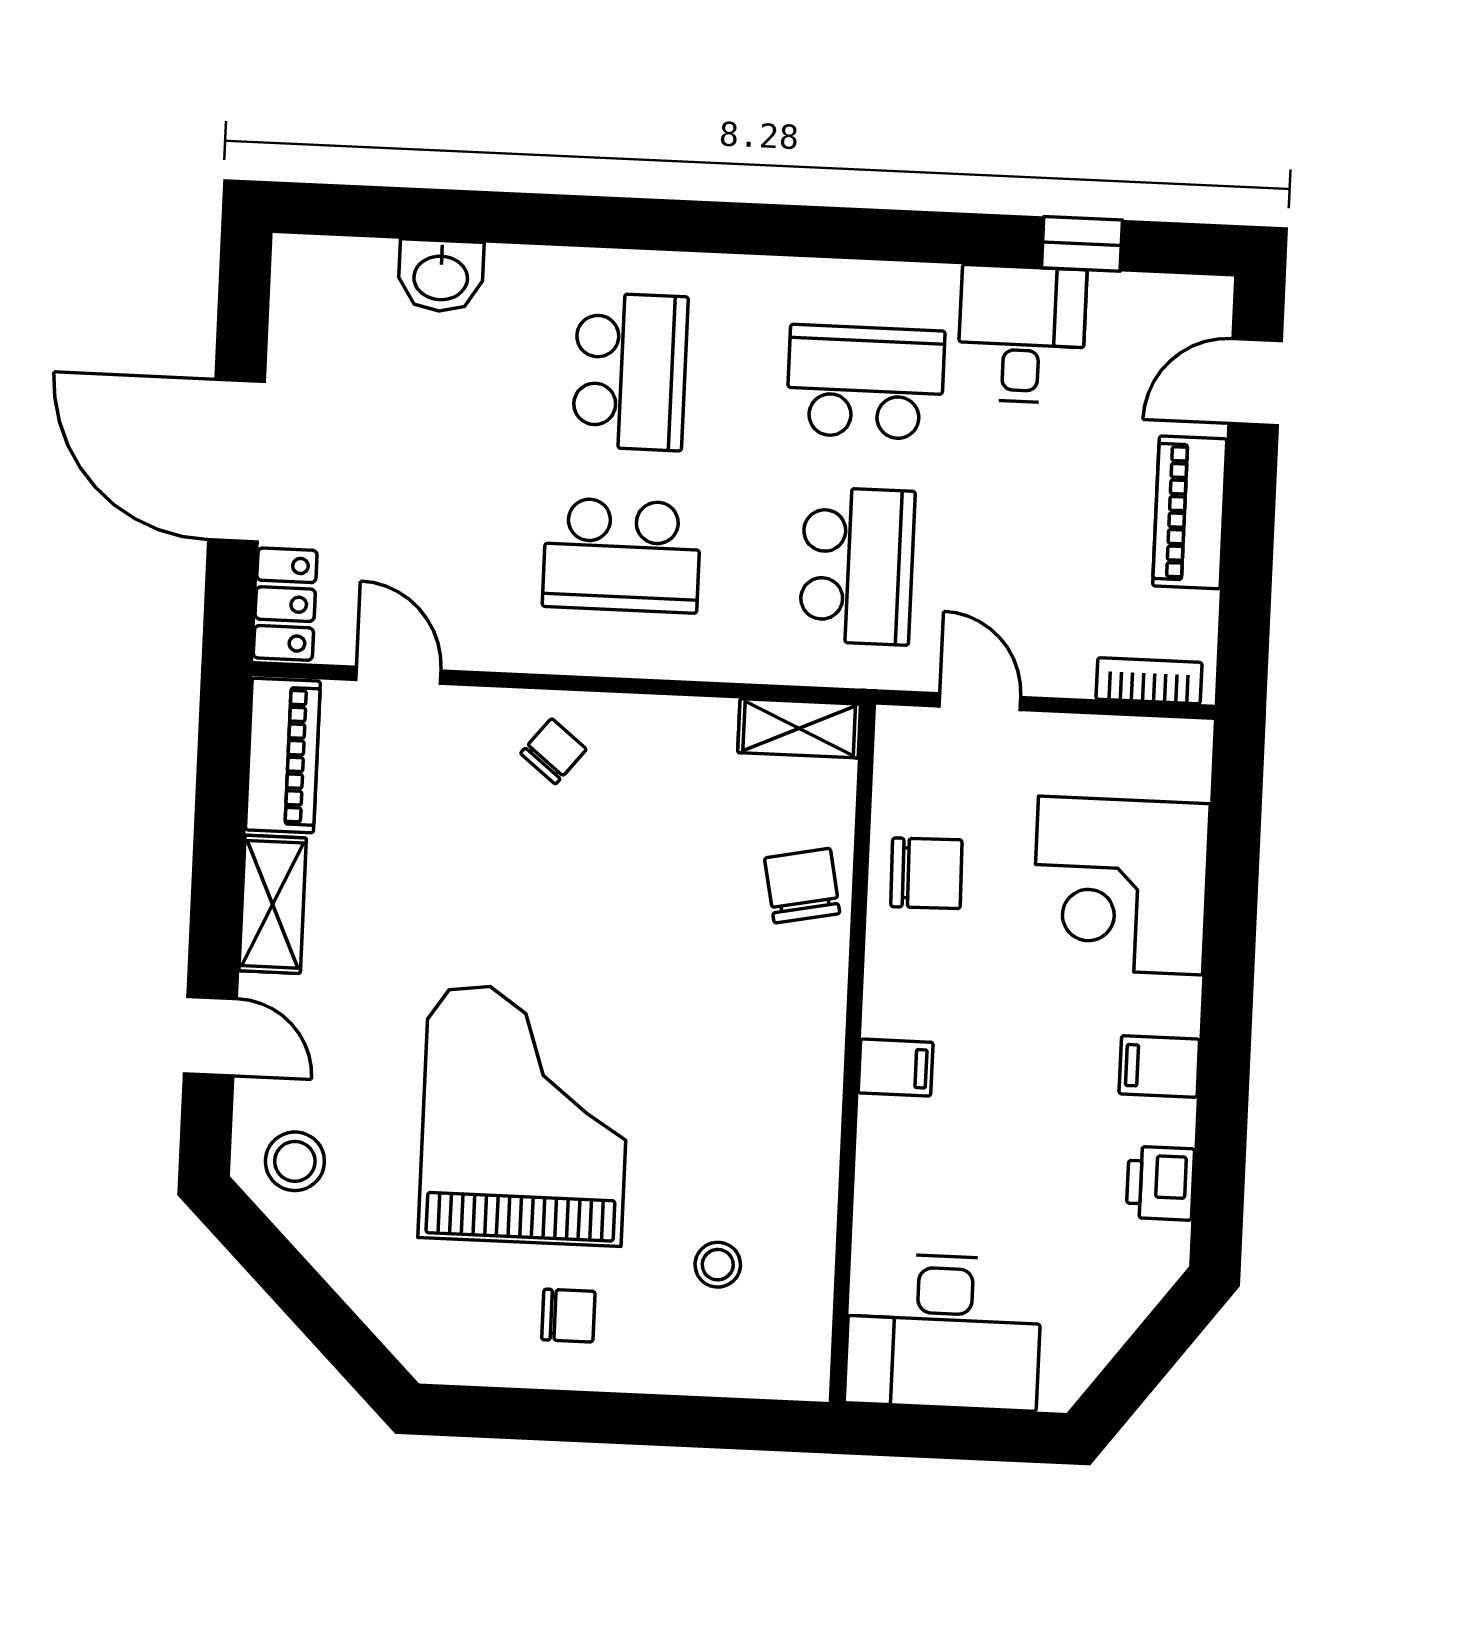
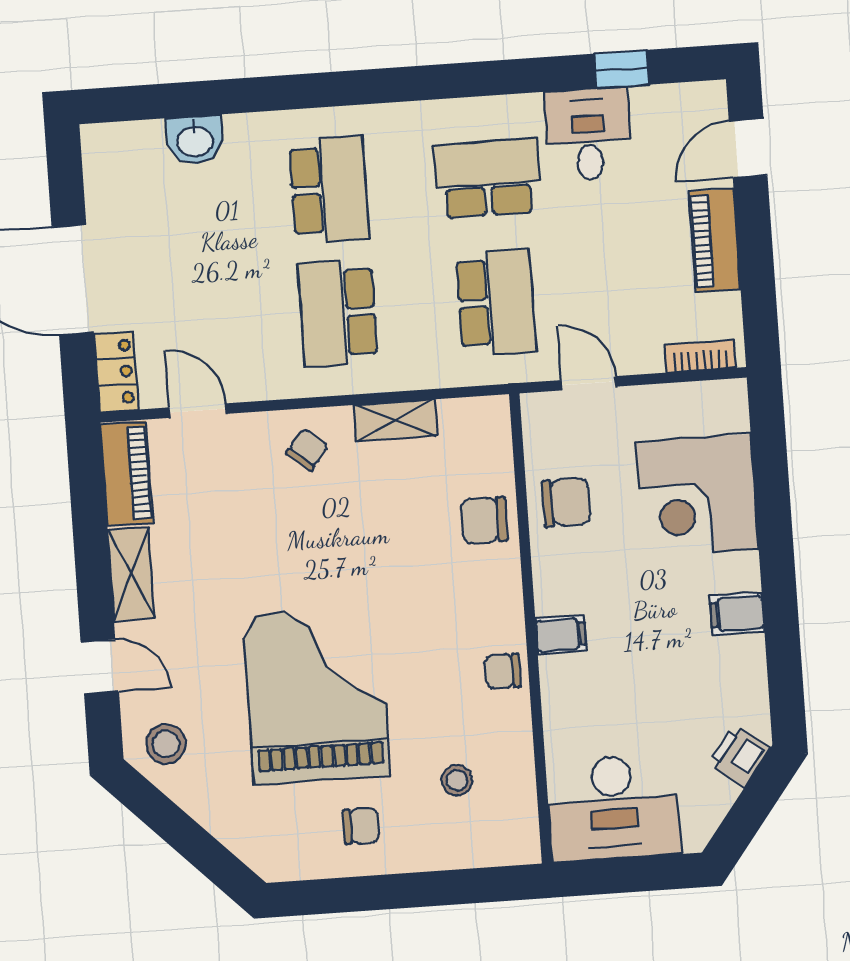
school desk: (622, 555) -> (338, 313), turned 90
shelving: (799, 728) -> (395, 420), moved
chair: (802, 886) -> (484, 520), turned -79
chair: (804, 1112) -> (503, 671), added
printer: (1160, 1183) -> (739, 756), moved, turned 37

